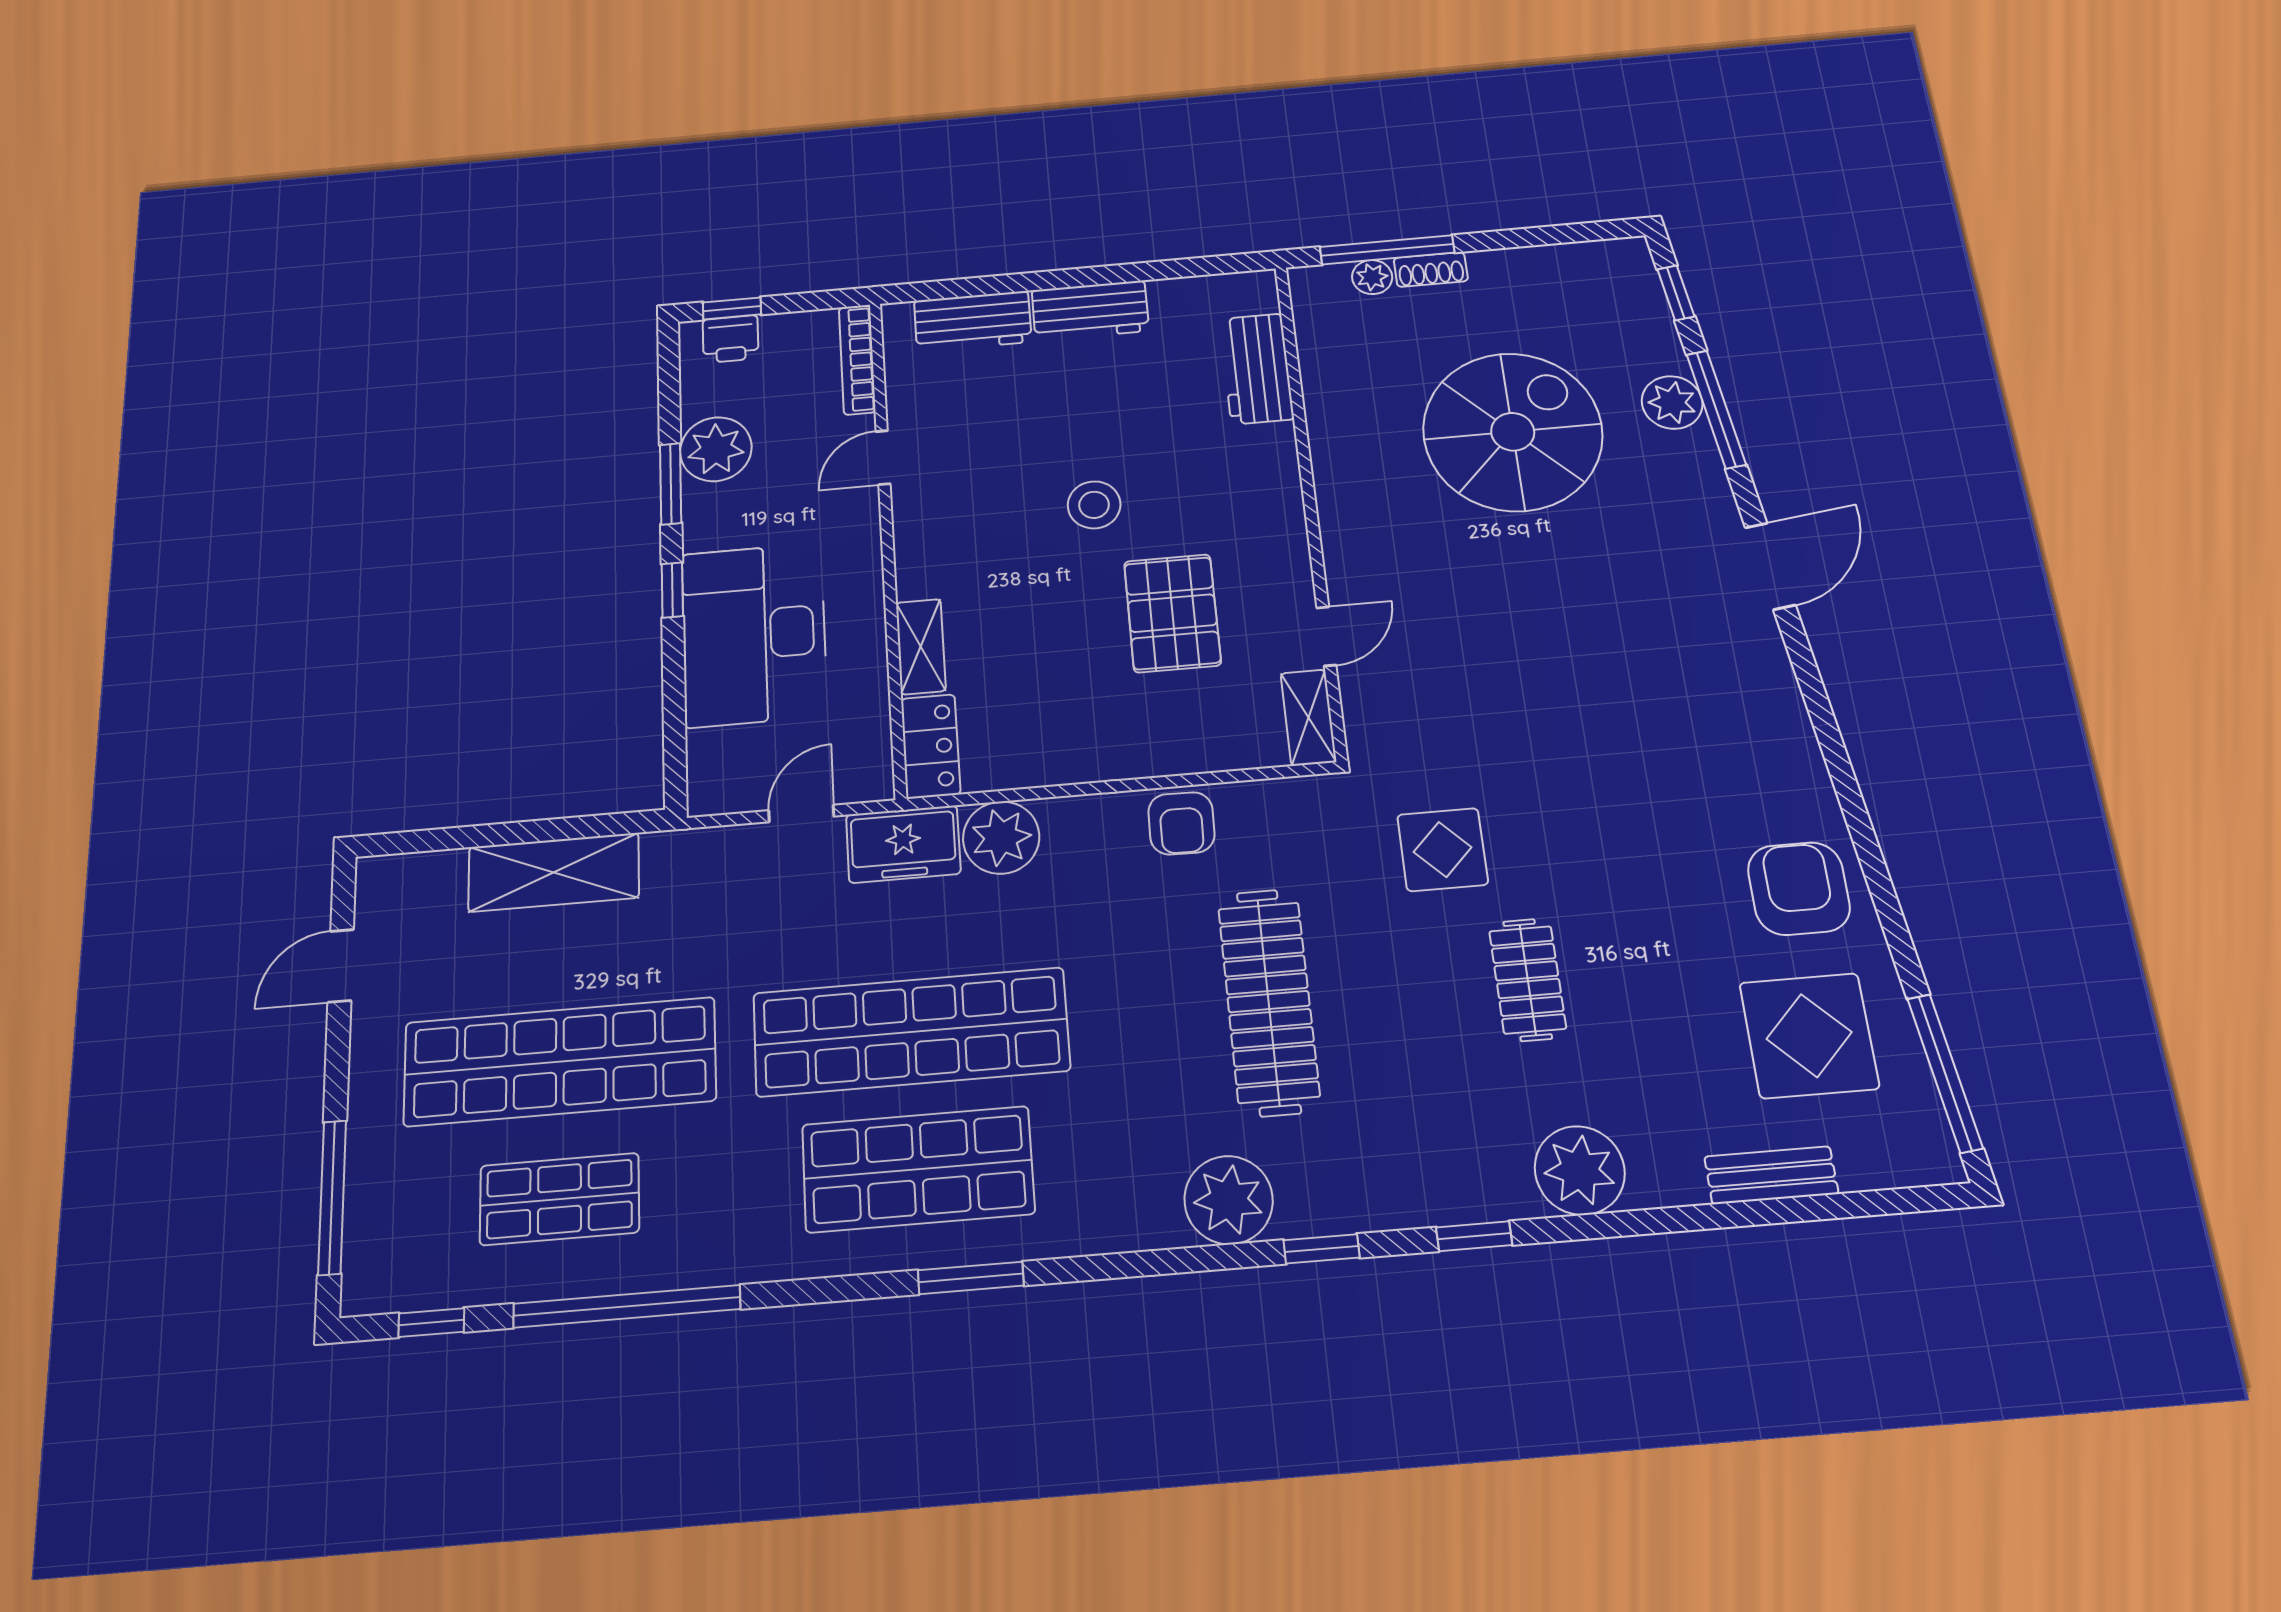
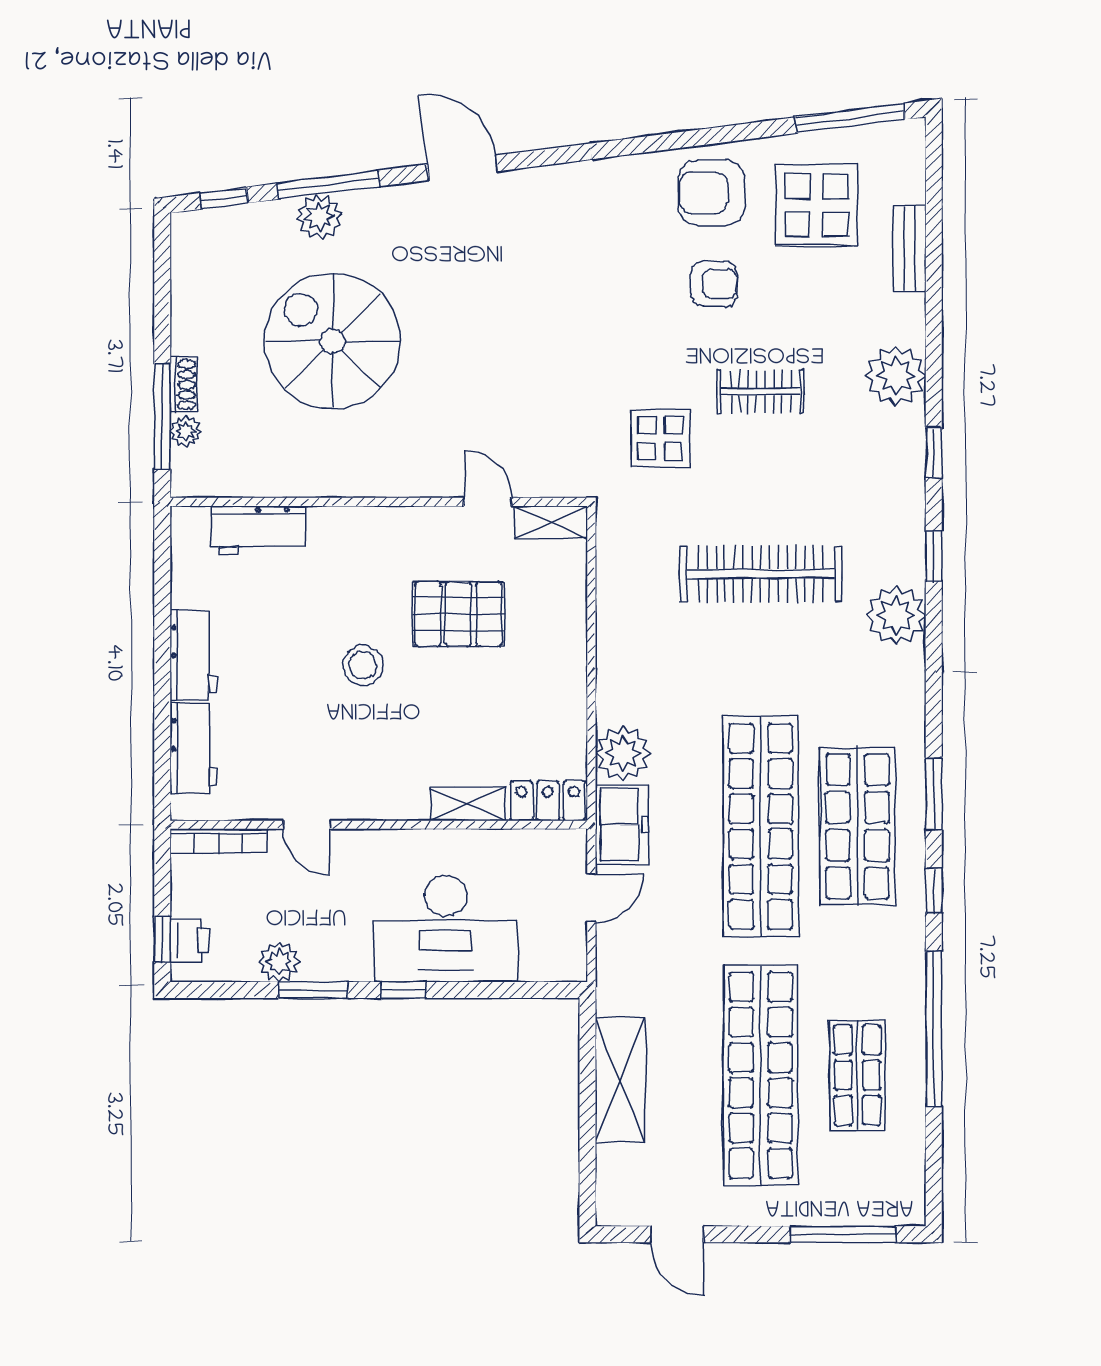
plant: (716, 449) -> (279, 962), width x0.73, depth x0.73
door: (801, 813) -> (591, 898), swing flipped
armchair: (1181, 823) -> (714, 284), moved
window: (431, 1323) -> (934, 891), moved

